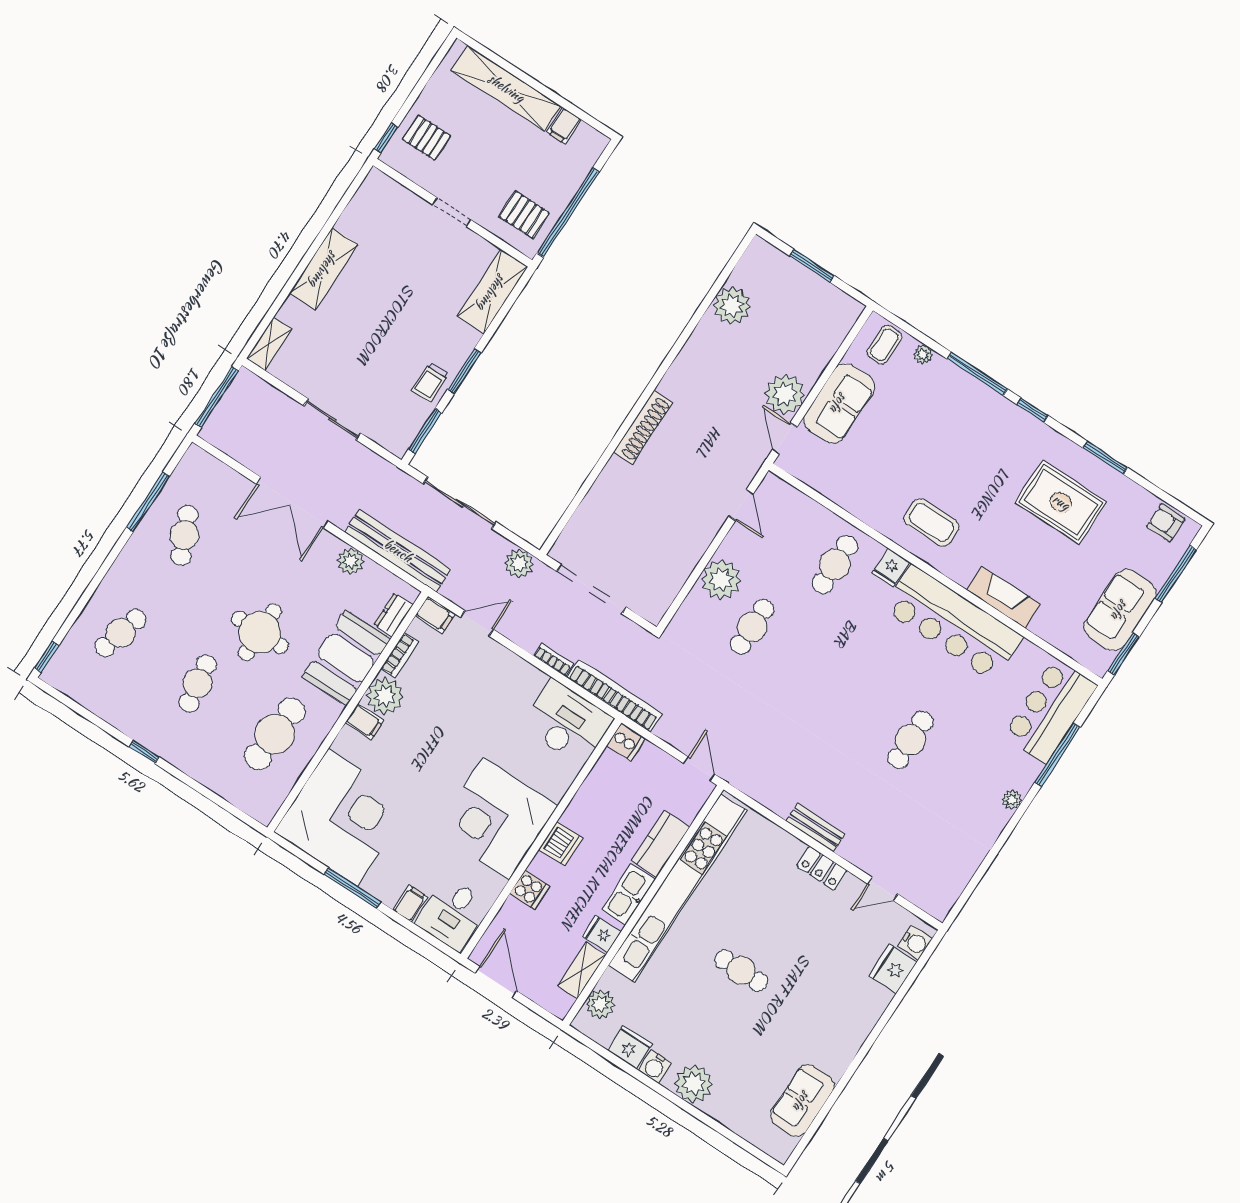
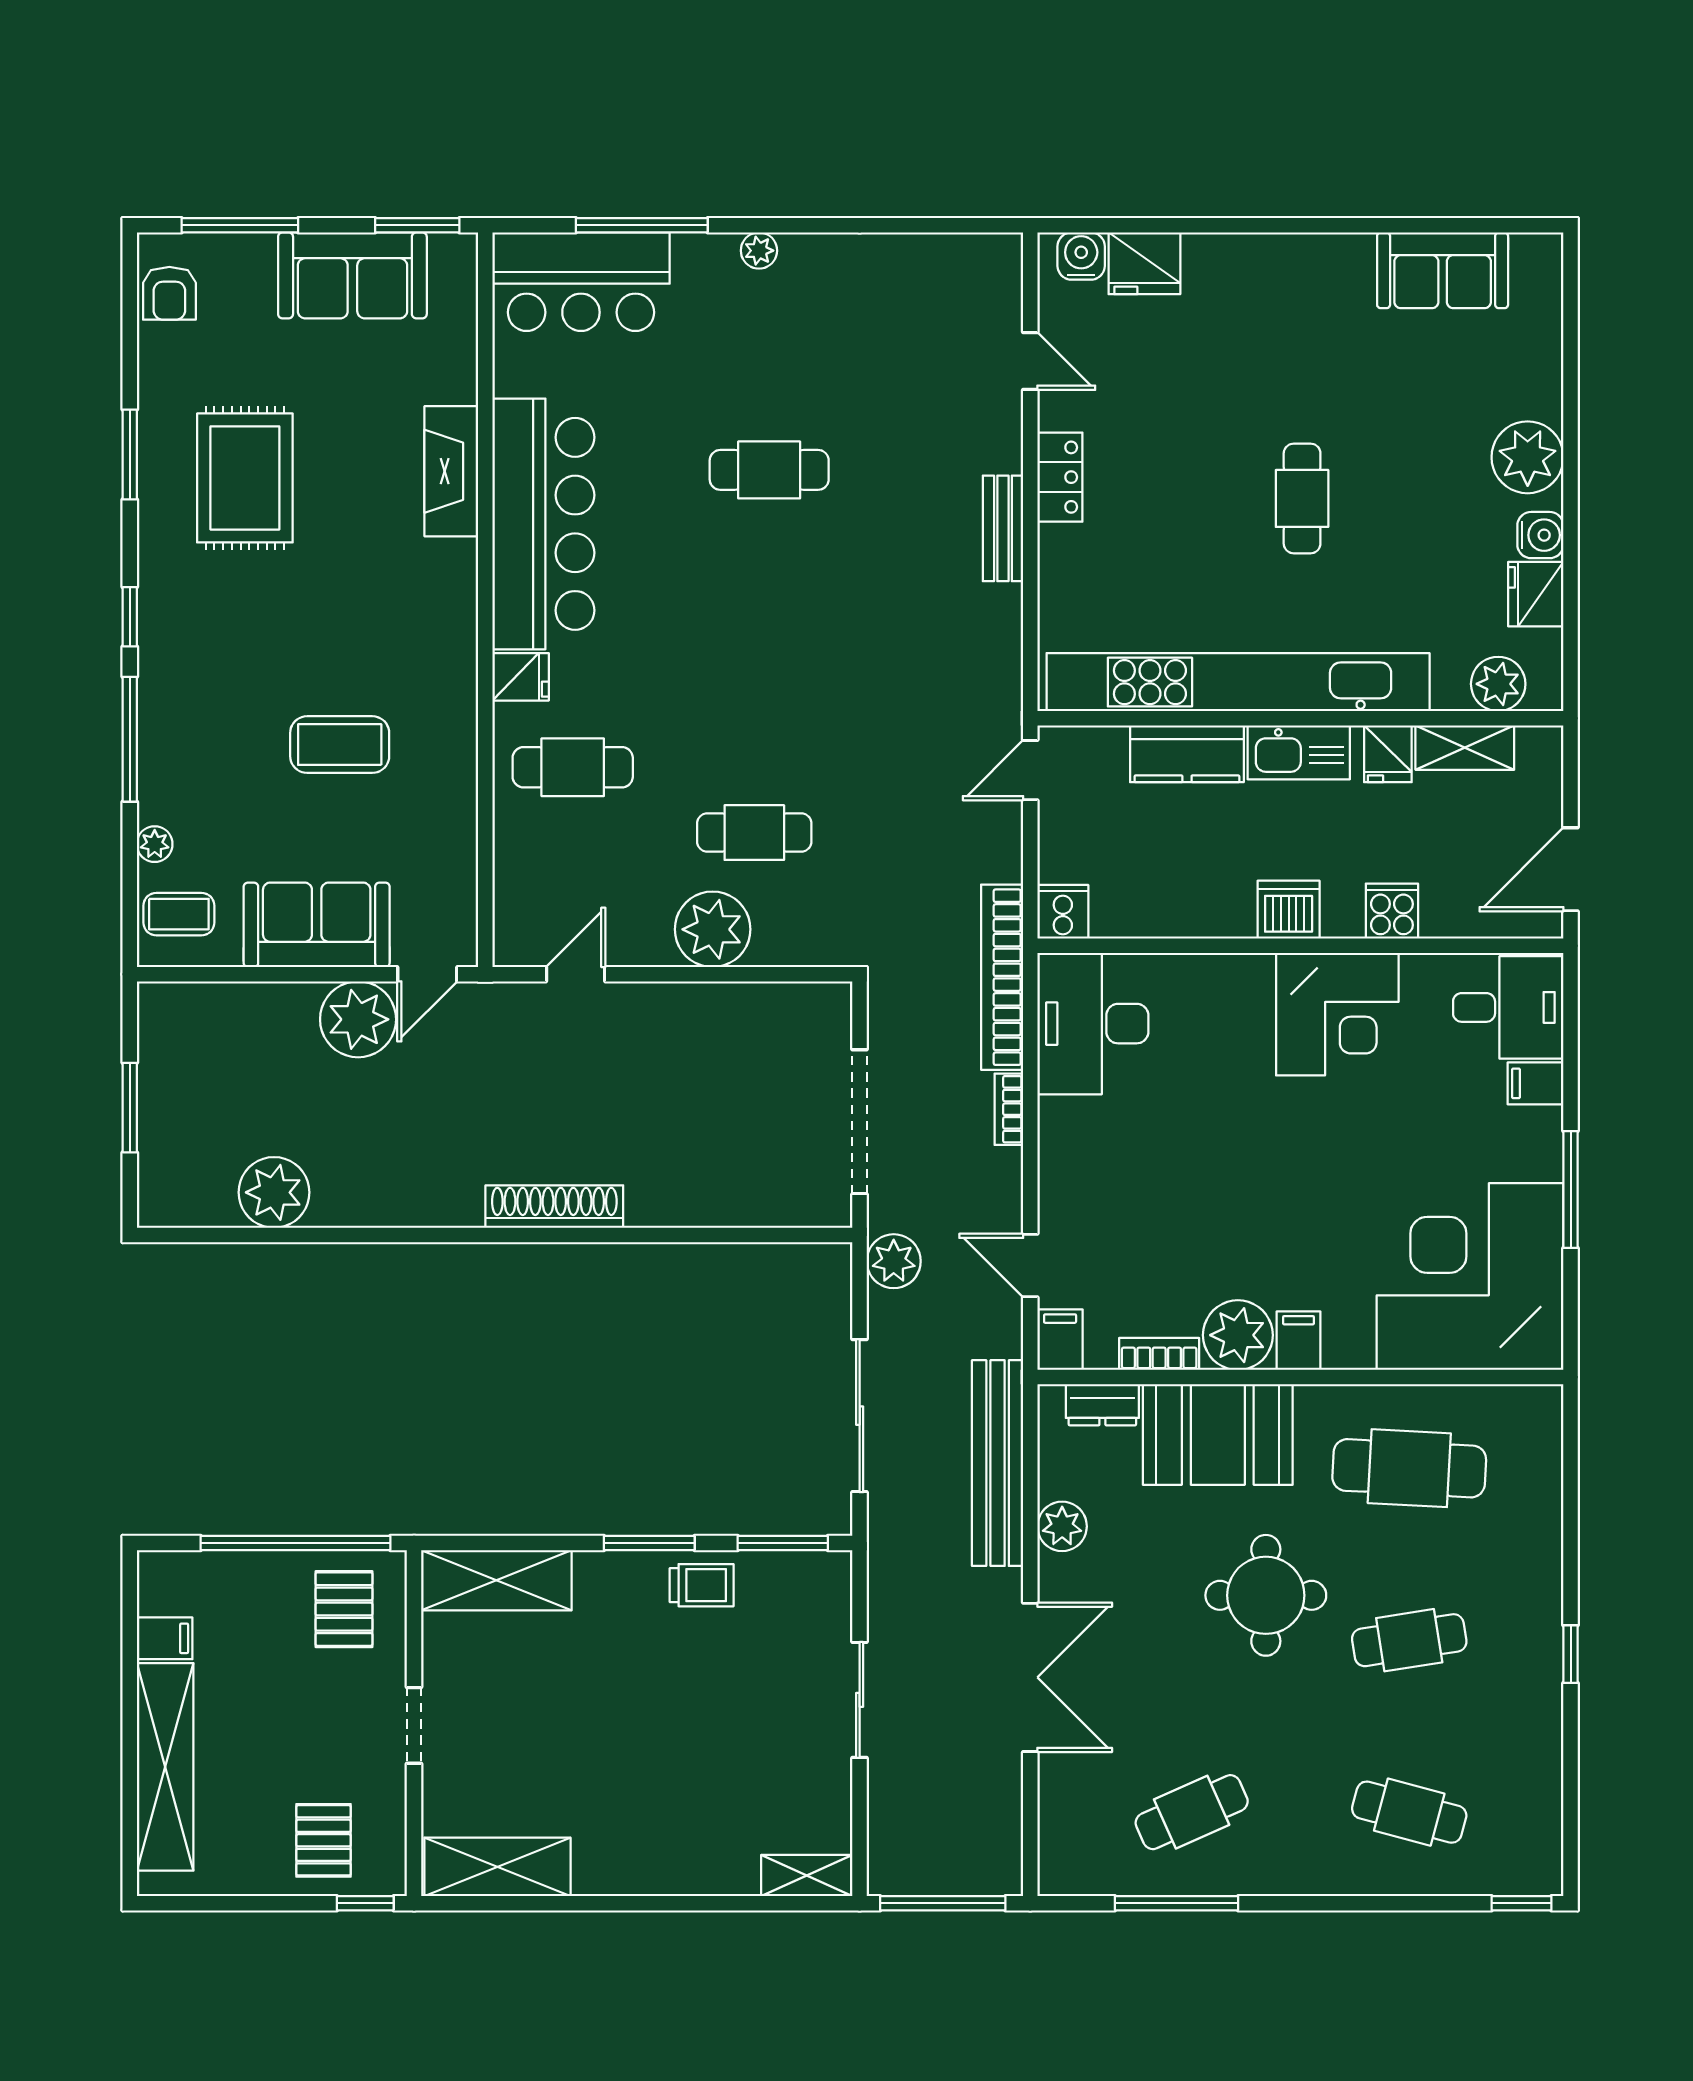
shelving: (324, 269) -> (497, 1867), moved
coffee table: (932, 522) -> (340, 745), moved, turned 90
corner desk: (496, 819) -> (1337, 1014), width x0.74, depth x0.74

